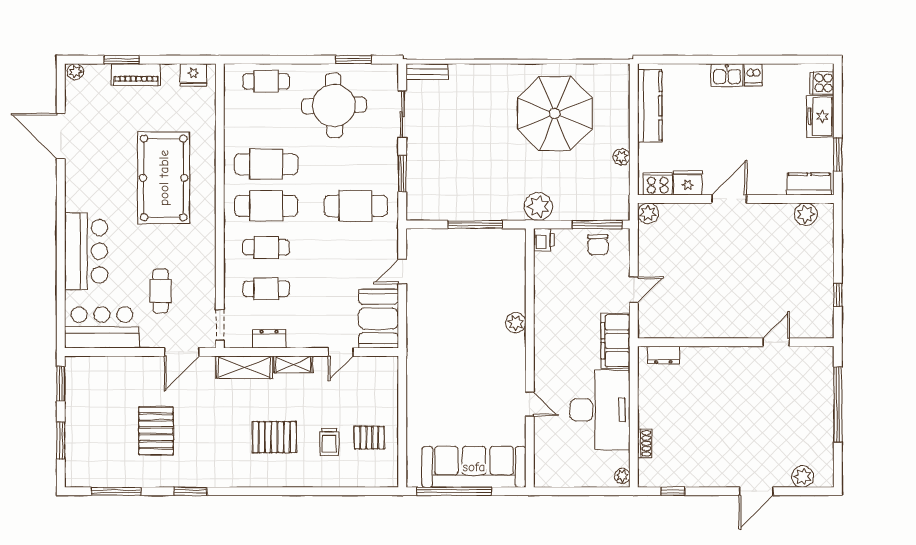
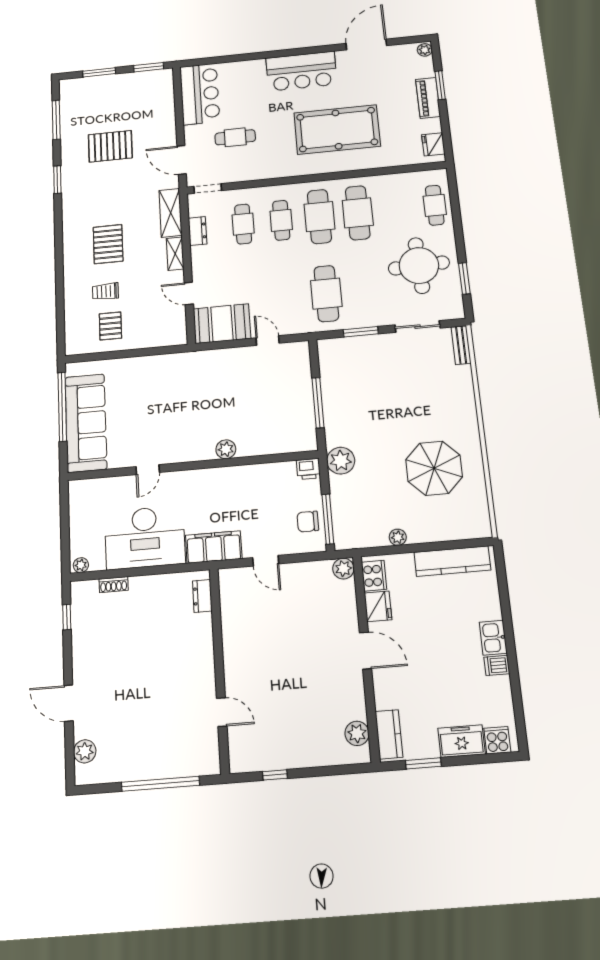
parasol: (555, 113) -> (434, 468), width x0.73, depth x0.73
bar counter: (86, 251) -> (301, 71), moved

